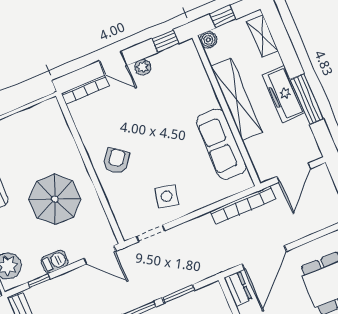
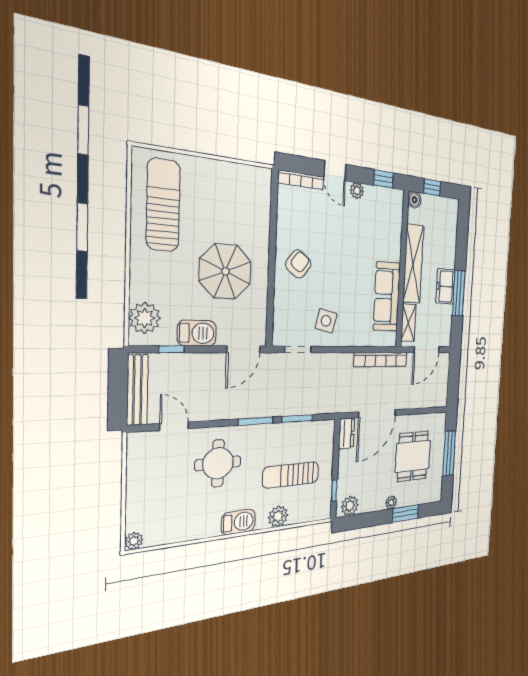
shelving: (262, 36) -> (408, 323), moved
freezer: (283, 94) -> (445, 286), width x0.71
door: (100, 255) -> (244, 349), hinge flipped
barbecue: (55, 261) -> (197, 333), width x1.38, depth x1.27

